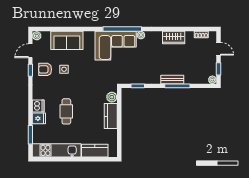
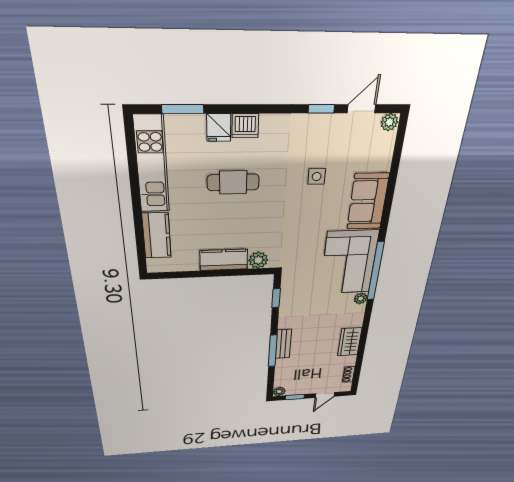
sofa: (67, 40) -> (368, 202), moved
door: (30, 51) -> (362, 109), hinge flipped
armchair: (45, 69) -> (320, 140), removed

